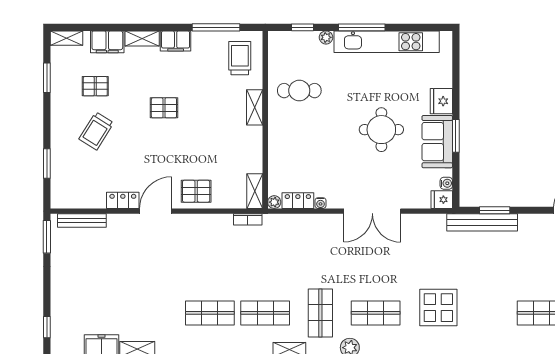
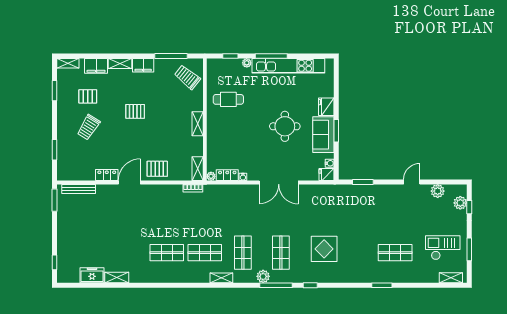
trolley: (240, 58) -> (187, 77), turned -51
shelving: (255, 107) -> (198, 124), moved
bench: (482, 222) -> (354, 190), removed
shop shelf: (376, 313) -> (281, 253), turned 90

